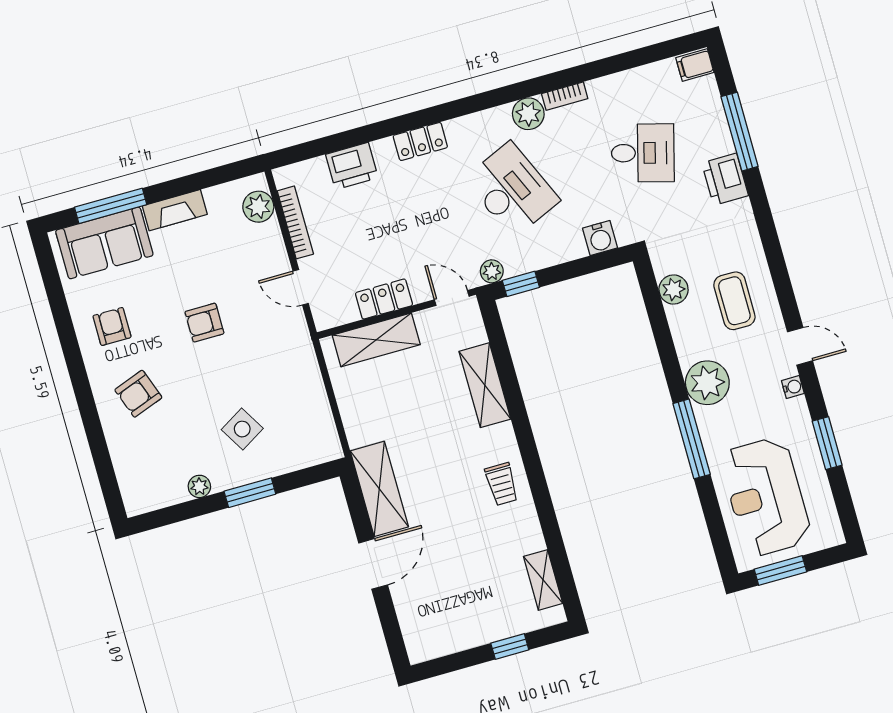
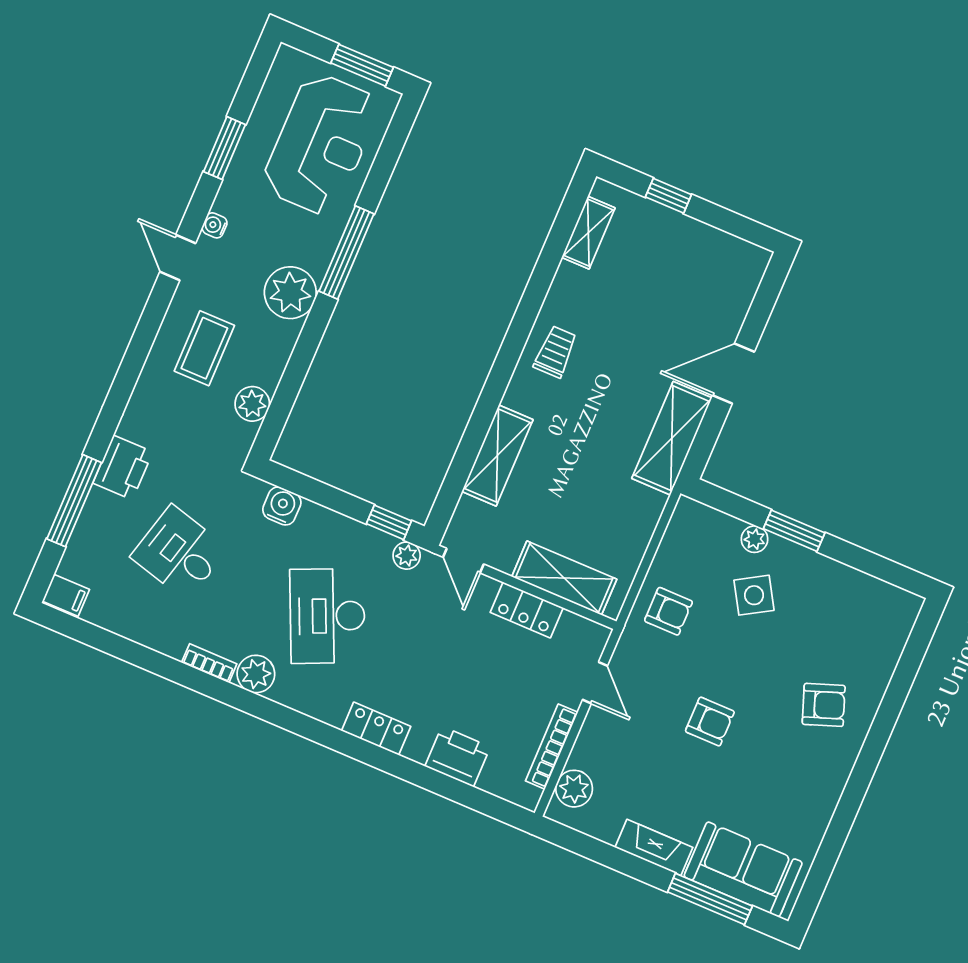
armchair: (112, 326) -> (669, 611), moved, turned -90
plant: (199, 486) -> (754, 539), moved

